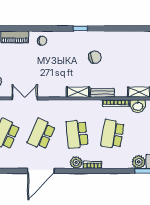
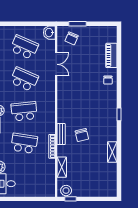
chair: (95, 57) -> (82, 135), moved
shelving: (78, 92) -> (112, 152), moved
washbasin: (138, 106) -> (49, 166), removed

